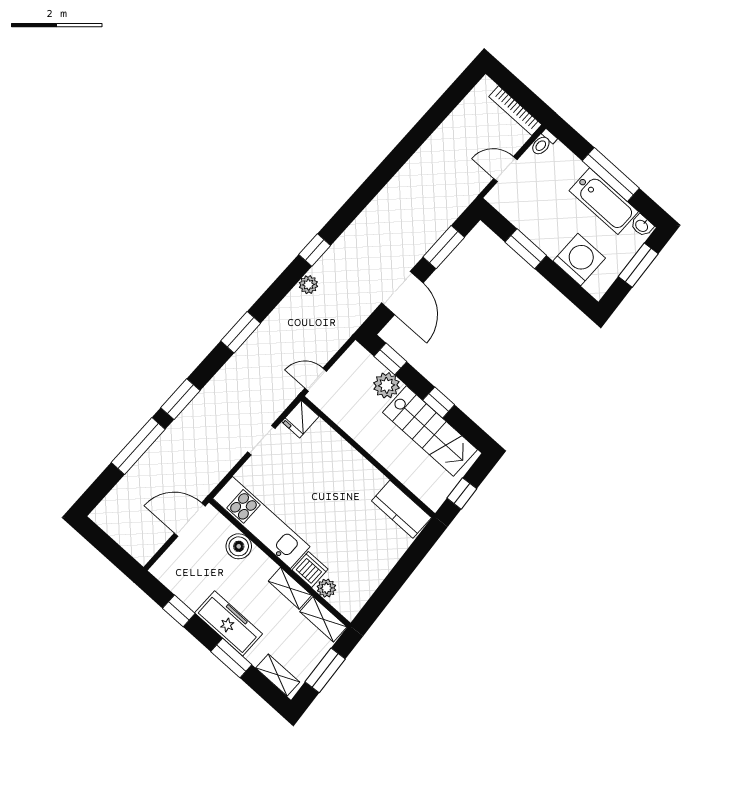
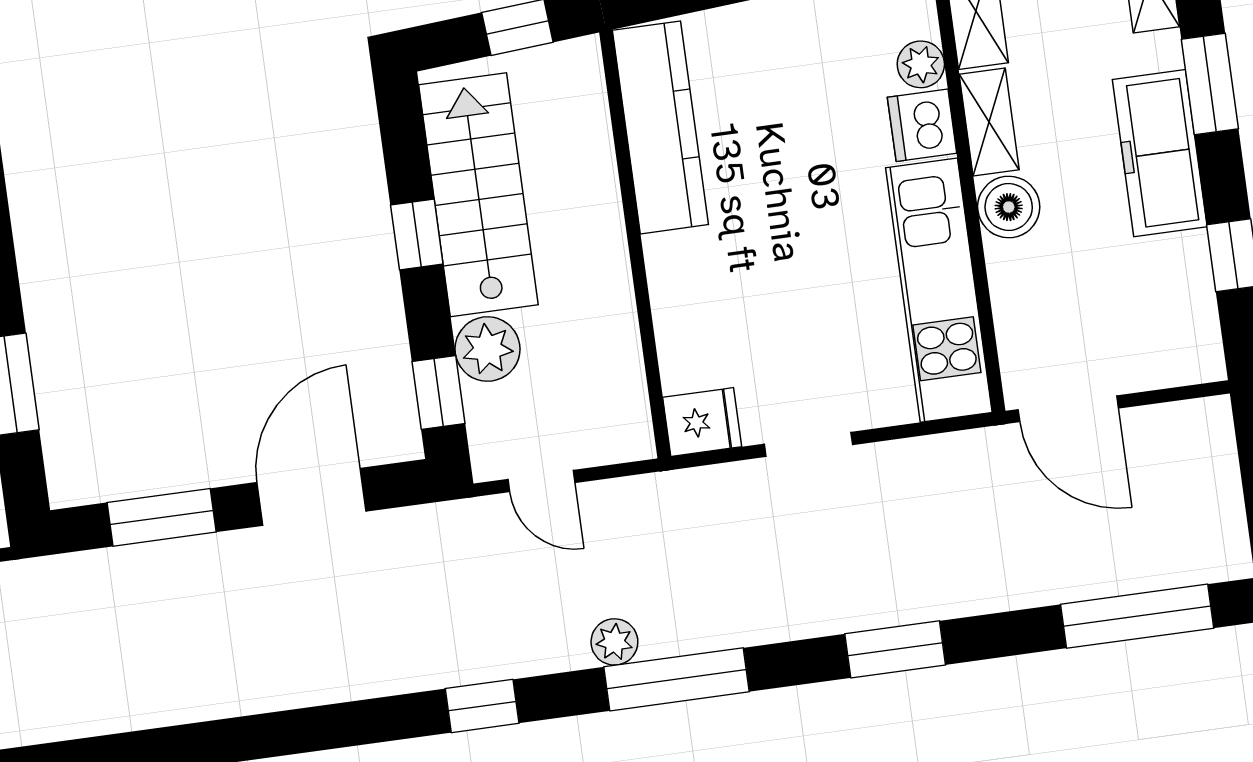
window: (315, 250) -> (482, 706), moved
plant: (308, 285) -> (614, 642), moved
window: (241, 332) -> (677, 679), width x1.44
door: (316, 380) -> (541, 481), moved
window: (138, 446) -> (1137, 616), moved
kitchen counter: (401, 509) -> (660, 127), width x1.50
boiler: (239, 546) -> (1009, 207), moved

